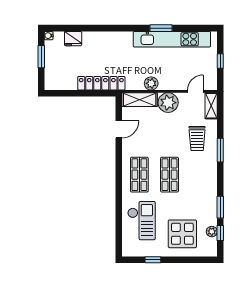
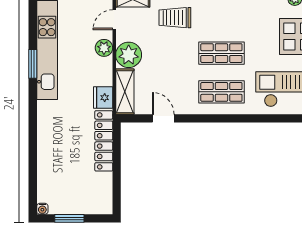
fridge: (73, 39) -> (103, 98), moved, turned 180
plant: (151, 83) -> (104, 48), moved
door: (195, 91) -> (114, 20), hinge flipped
trolley: (197, 138) -> (175, 18), turned 180

